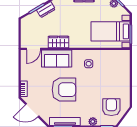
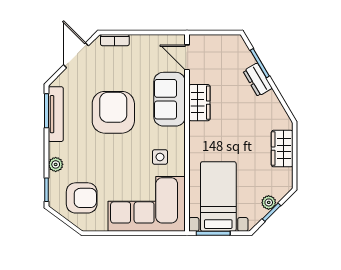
corner sofa: (115, 71) -> (147, 204), added
armchair: (64, 90) -> (113, 112), turned 180

